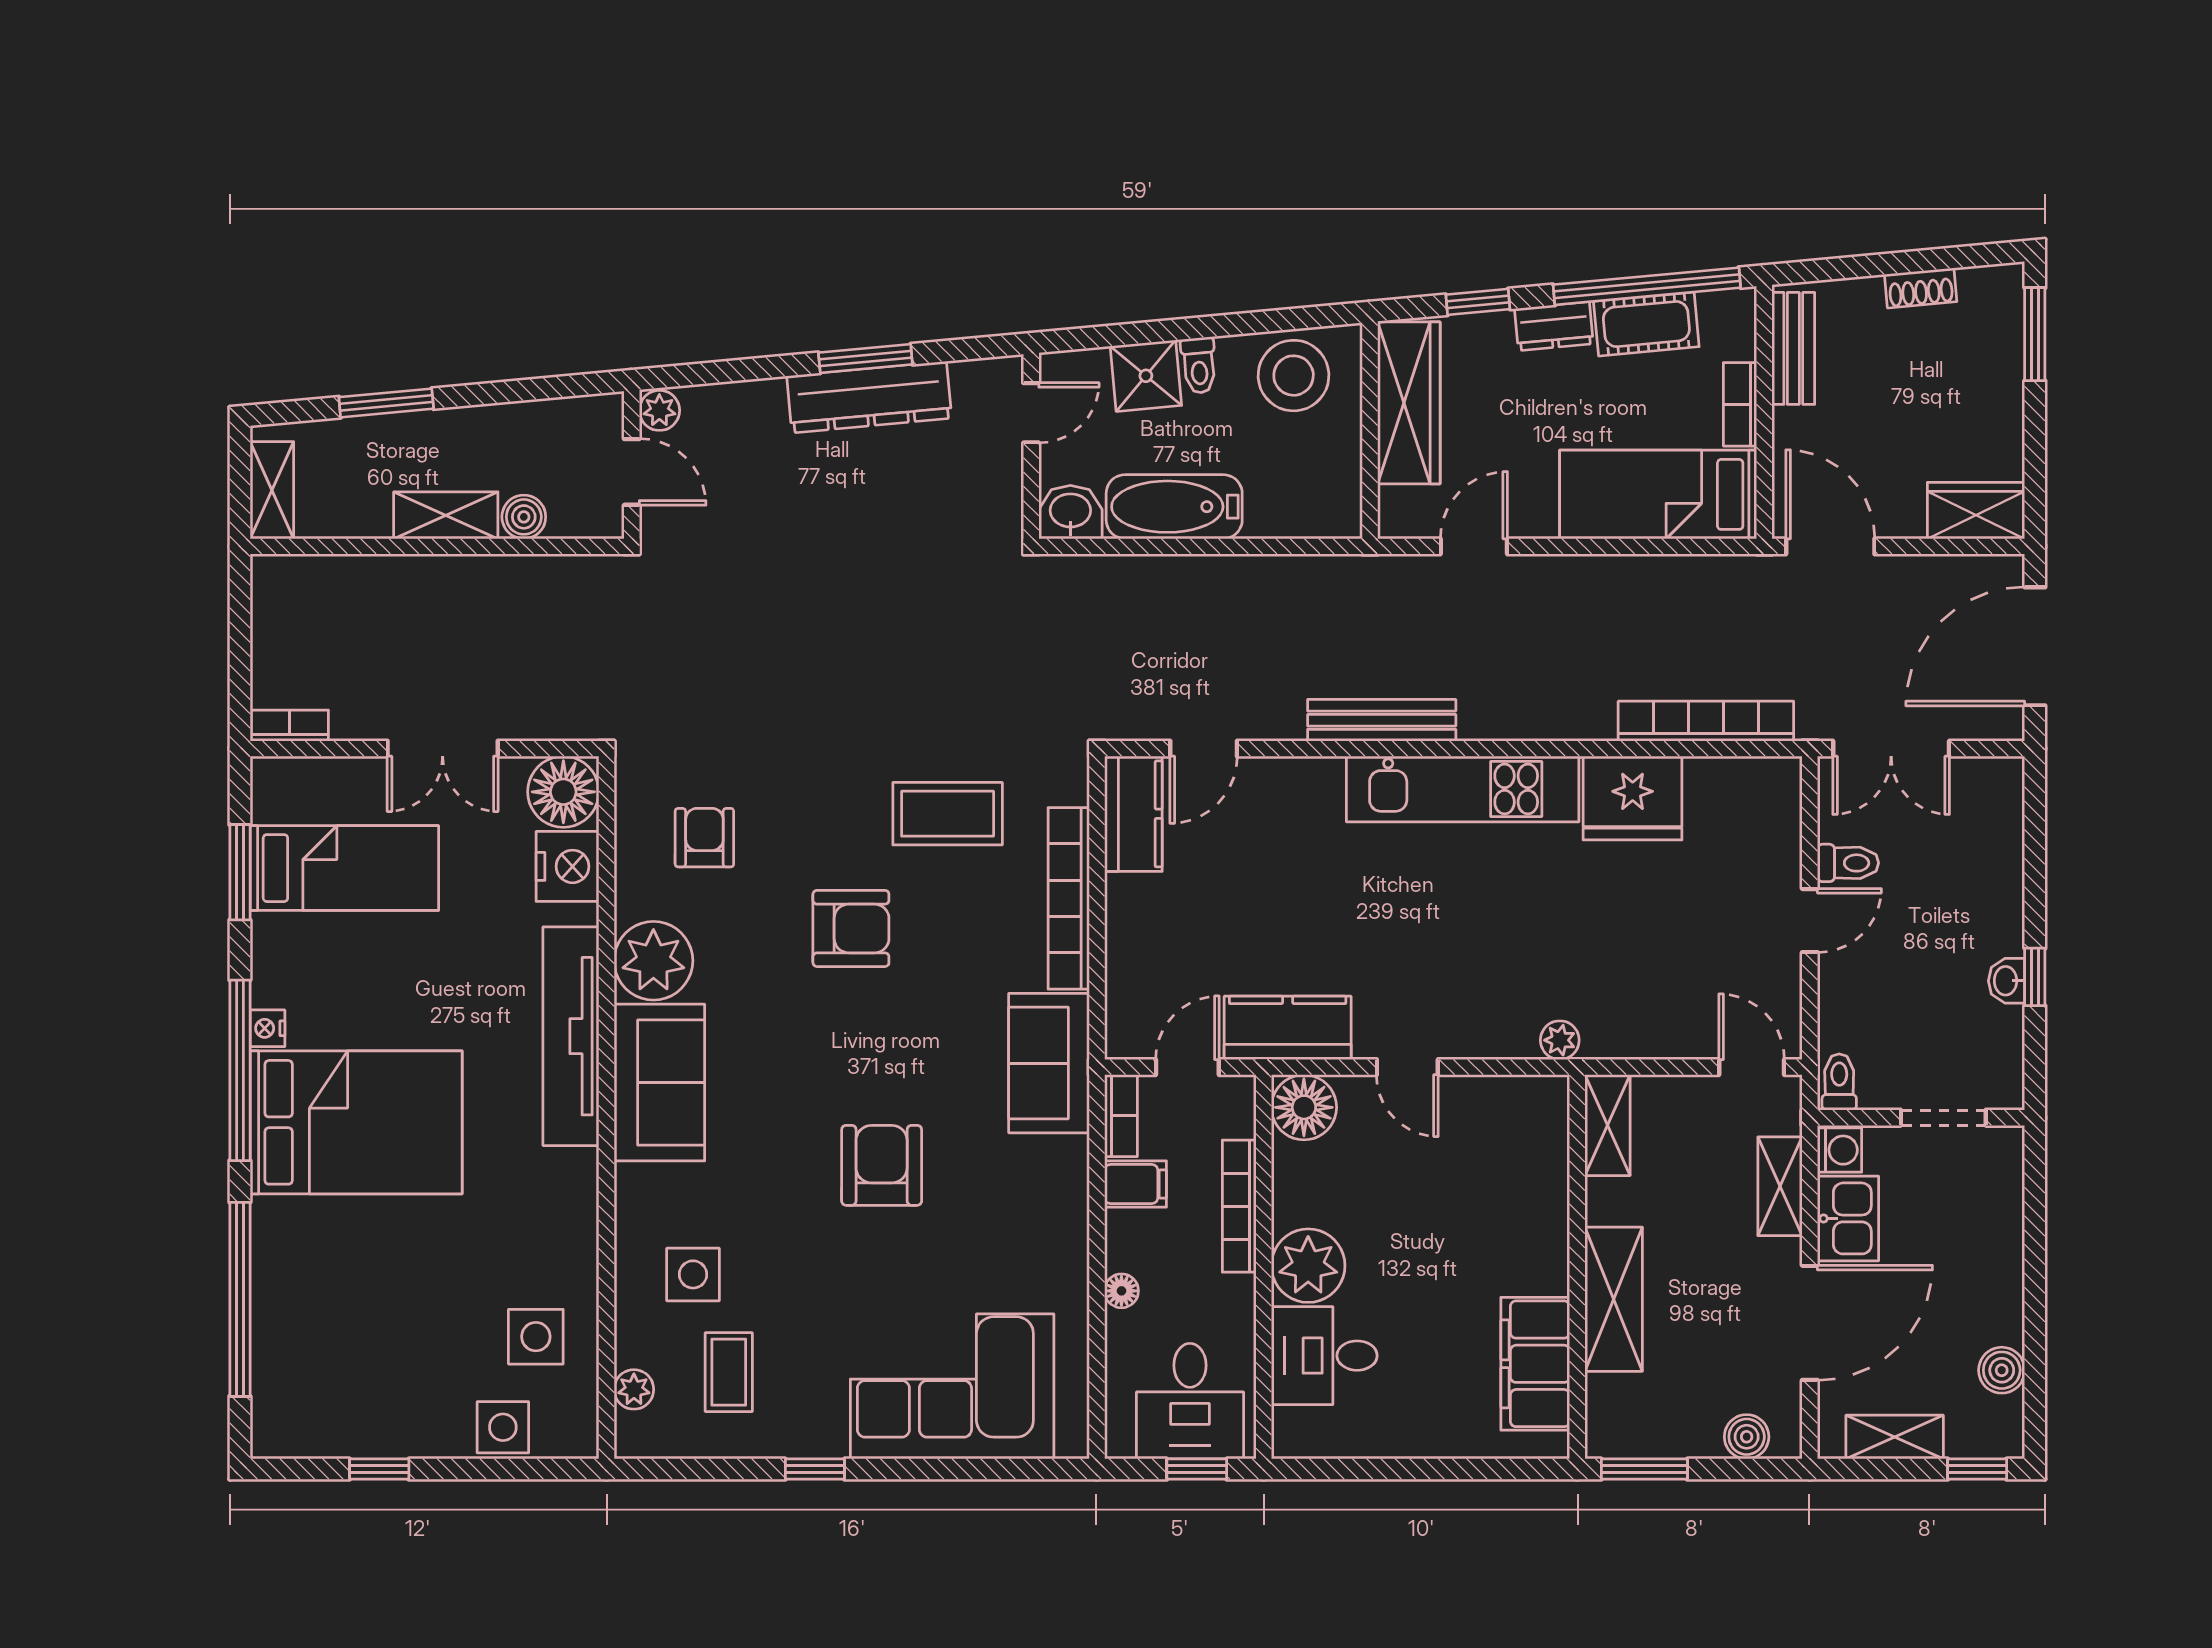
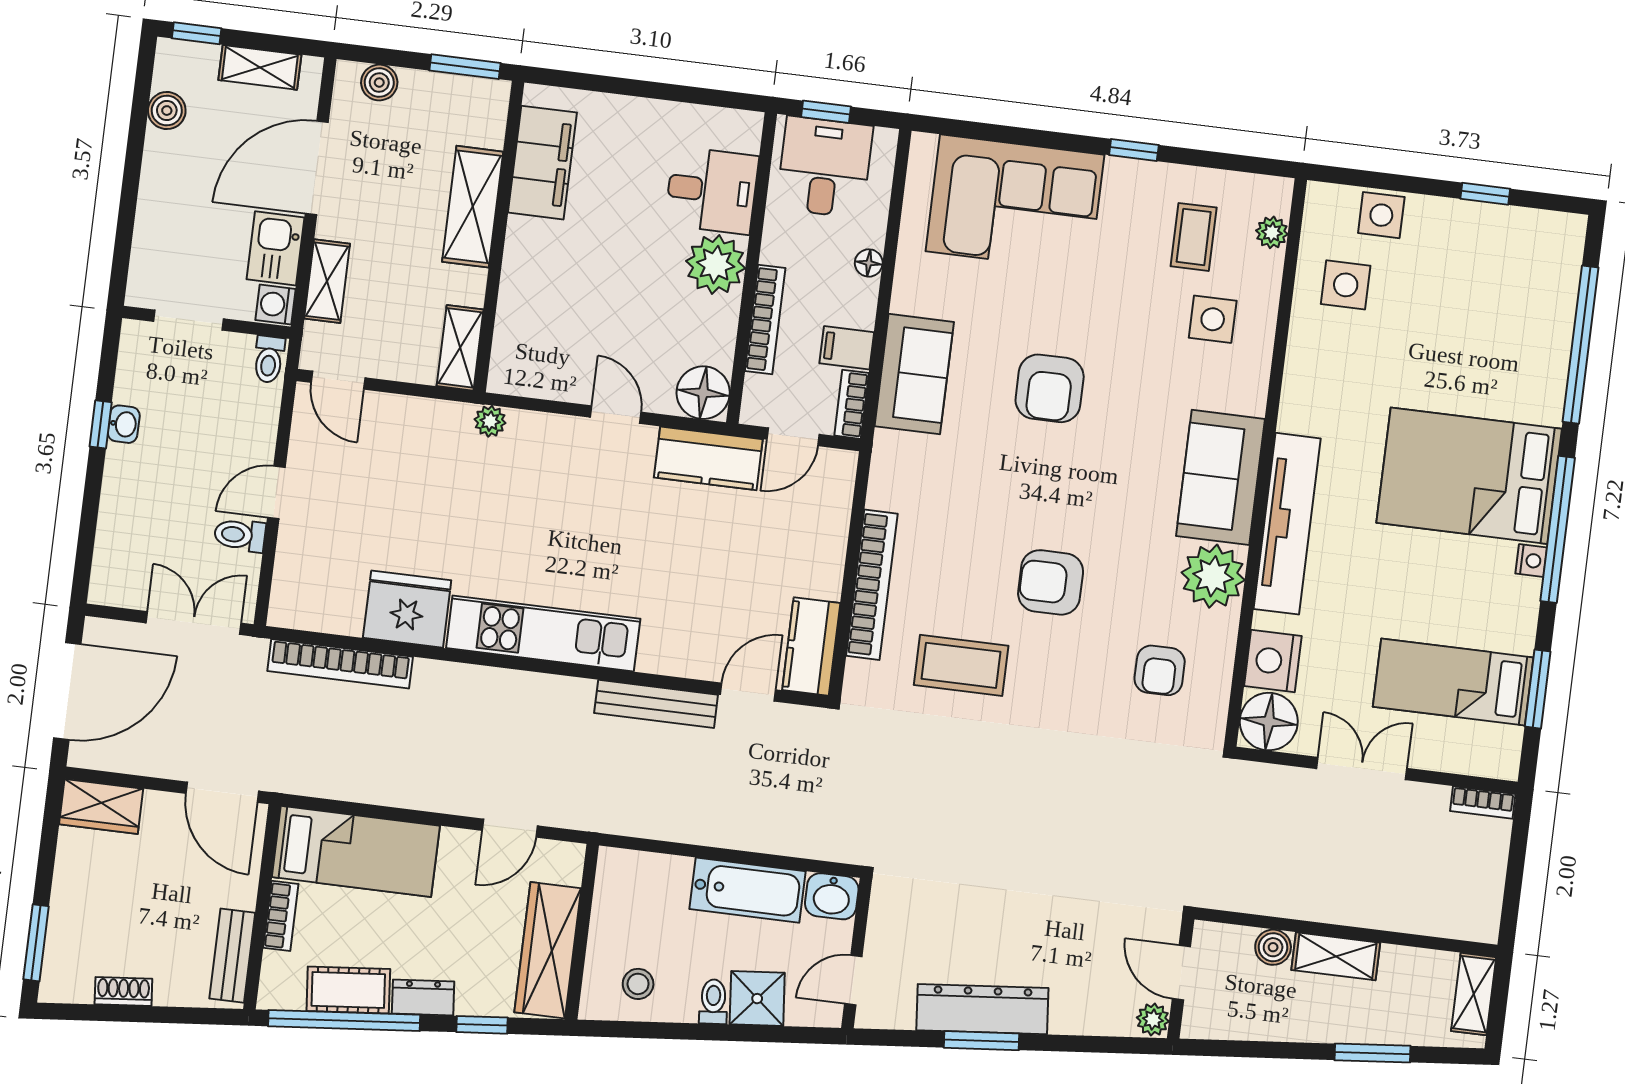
stool: (1294, 376) -> (638, 984), width x0.53, depth x0.53
bench: (1382, 720) -> (656, 704), moved
sofa: (1049, 1063) -> (914, 374), moved

